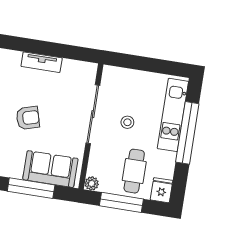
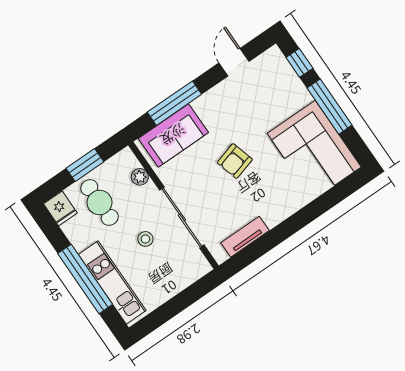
tv unit: (42, 62) -> (245, 237), moved
plant: (92, 183) -> (140, 177), moved
window: (121, 202) -> (85, 165), width x0.69

